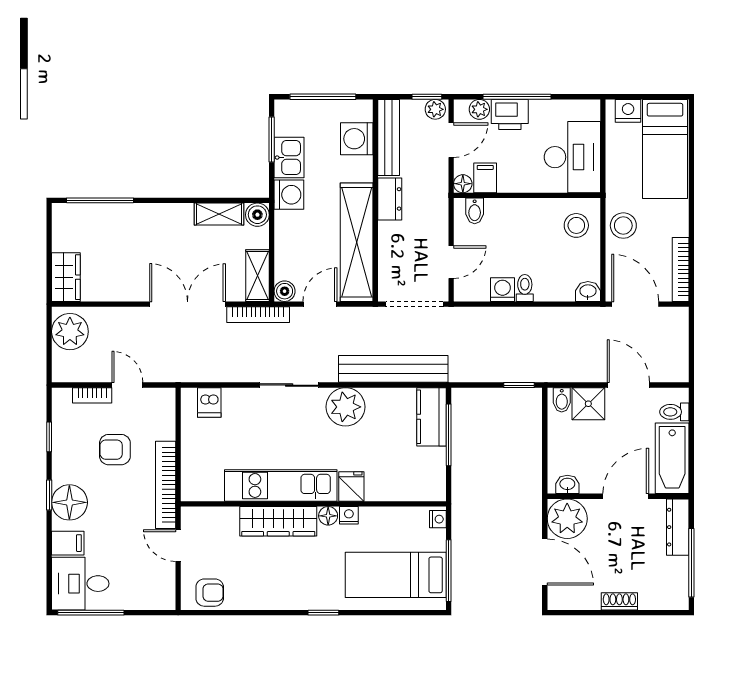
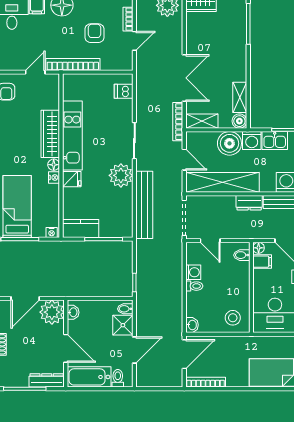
stool: (623, 226) -> (233, 347), removed
boiler: (285, 291) -> (229, 143), moved, width x1.86, depth x1.86
kitchen counter: (432, 417) -> (81, 228), moved

